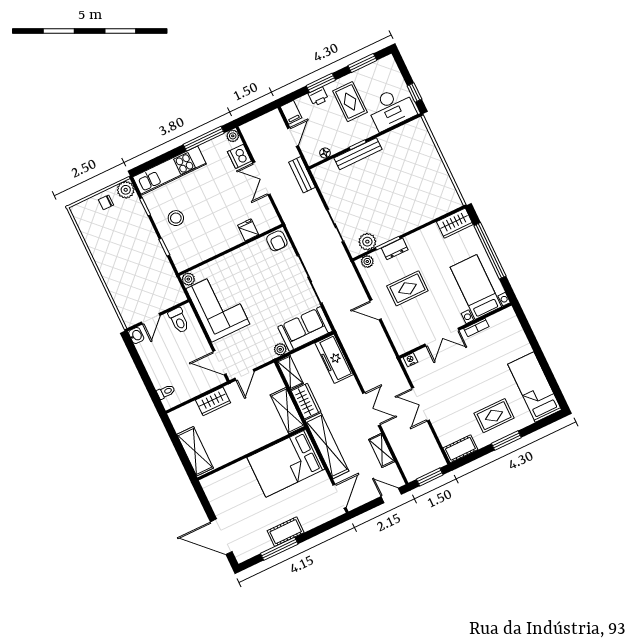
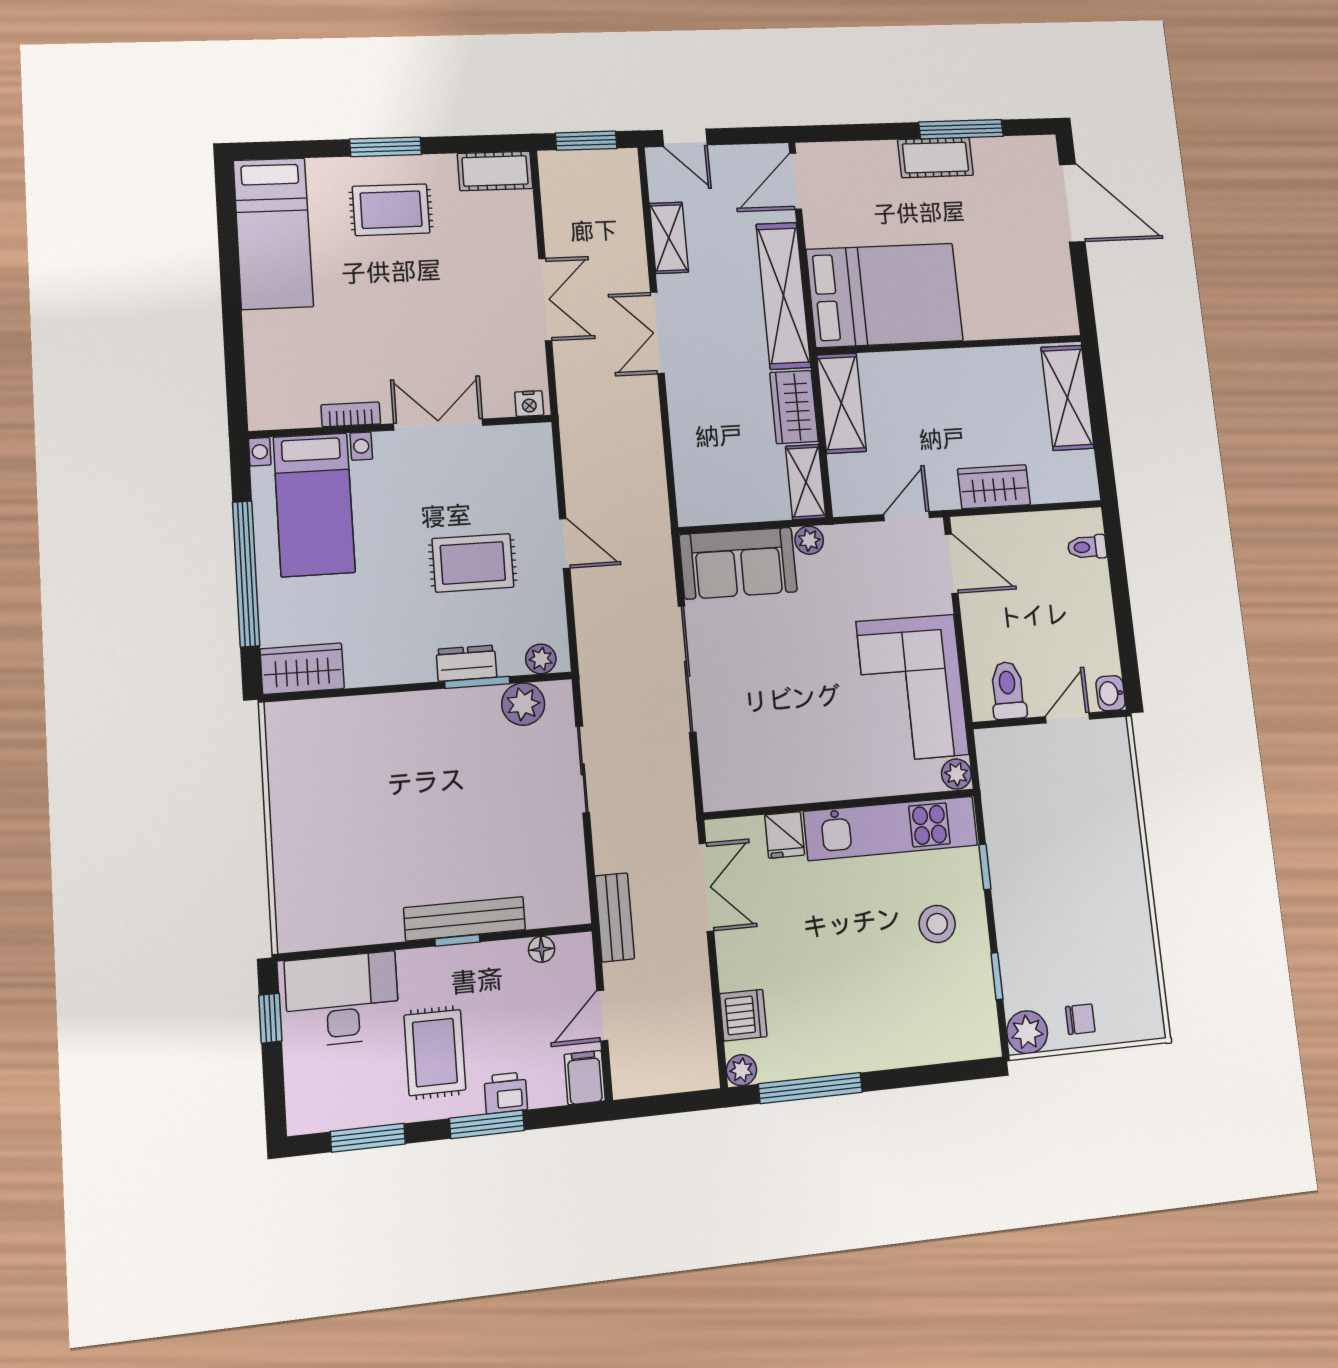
kitchen unit: (170, 171) -> (891, 828), moved, turned 180
double door: (261, 178) -> (706, 887), moved
armchair: (277, 241) -> (729, 785), removed
freezer: (334, 359) -> (698, 473), removed

